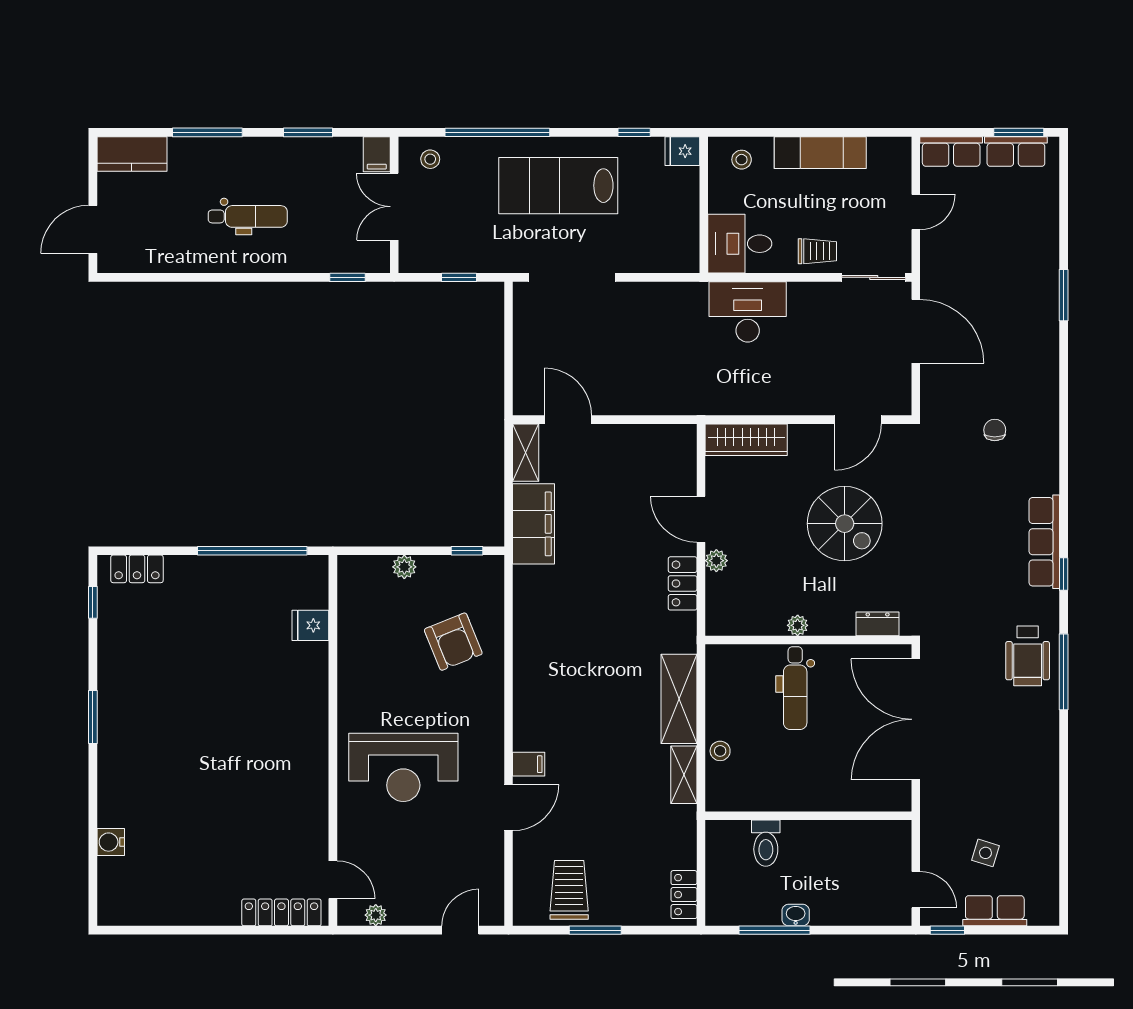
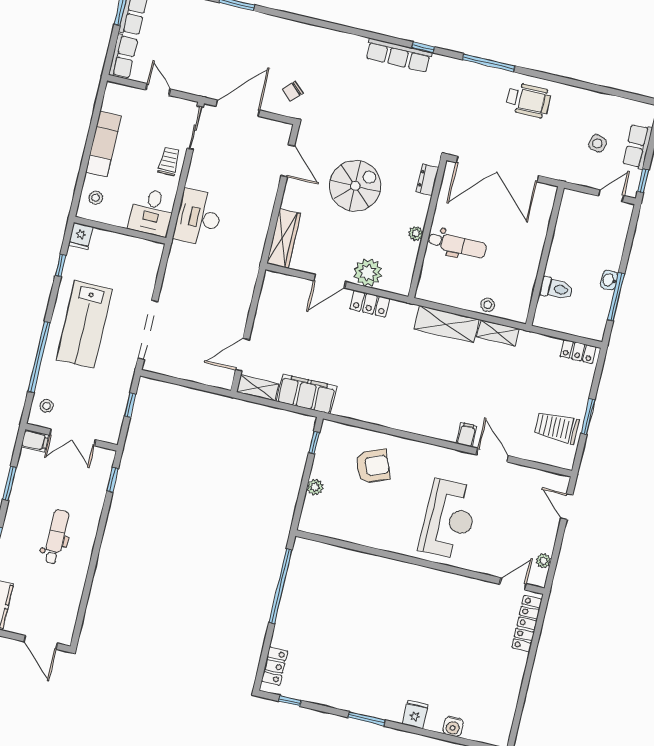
chair: (995, 430) -> (293, 91), moved, turned -46
plant: (716, 561) -> (368, 272), width x1.88, depth x1.88
fridge: (310, 625) -> (415, 714), moved, turned 180
wheelchair: (1028, 656) -> (529, 100), moved

